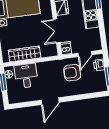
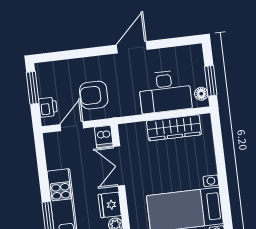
double door: (57, 31) -> (119, 166), swing flipped
armchair: (72, 73) -> (94, 95), turned 180
desk: (26, 76) -> (165, 92), width x1.37

